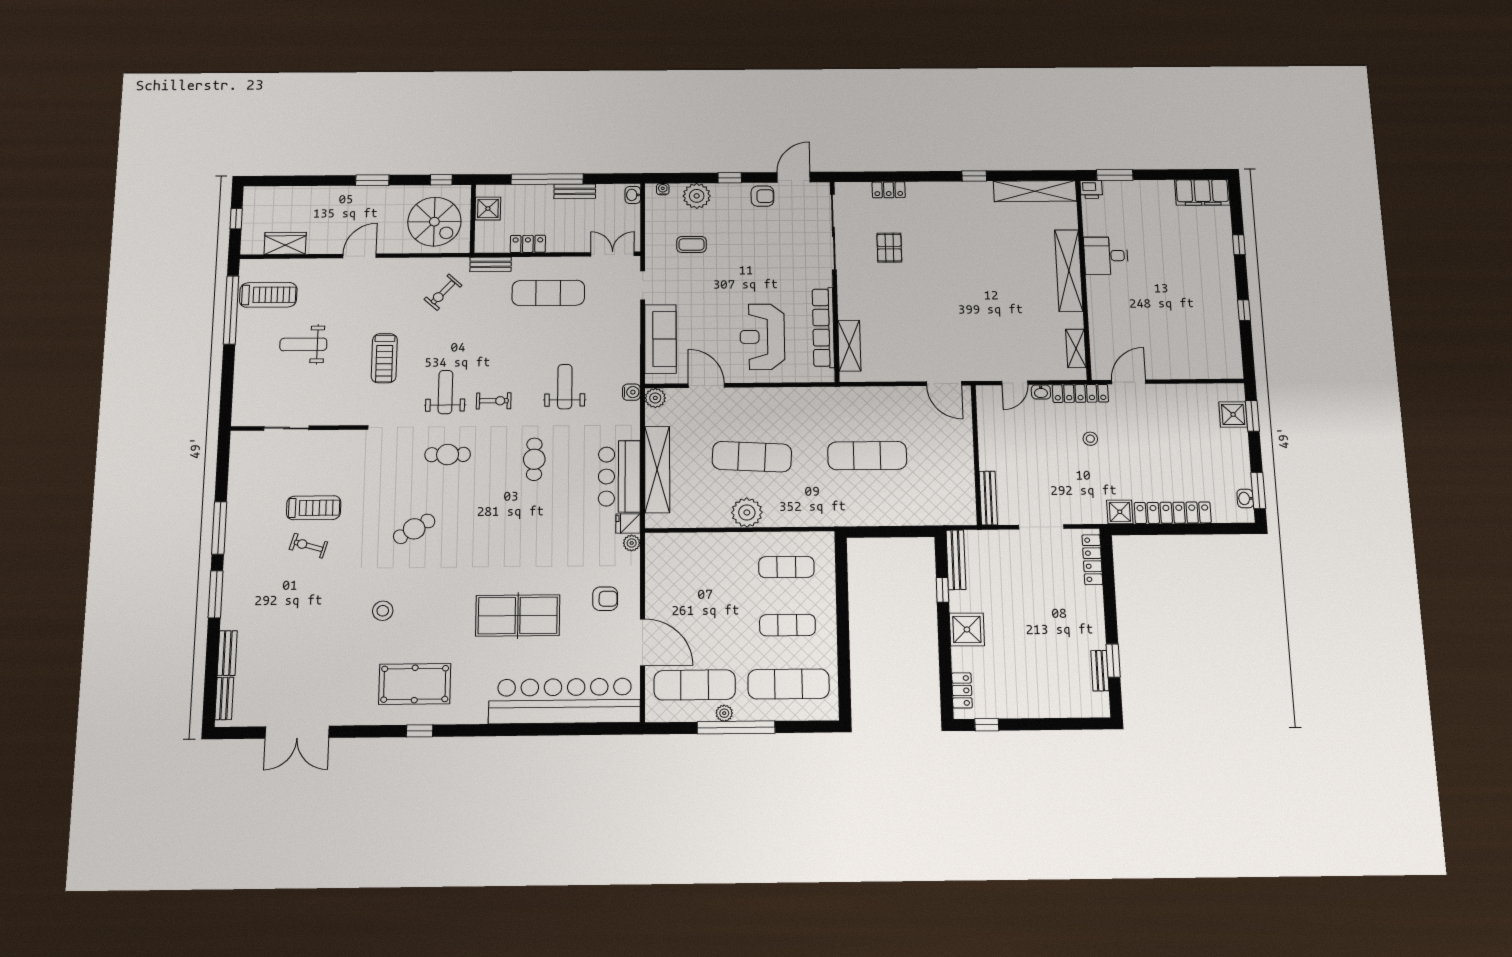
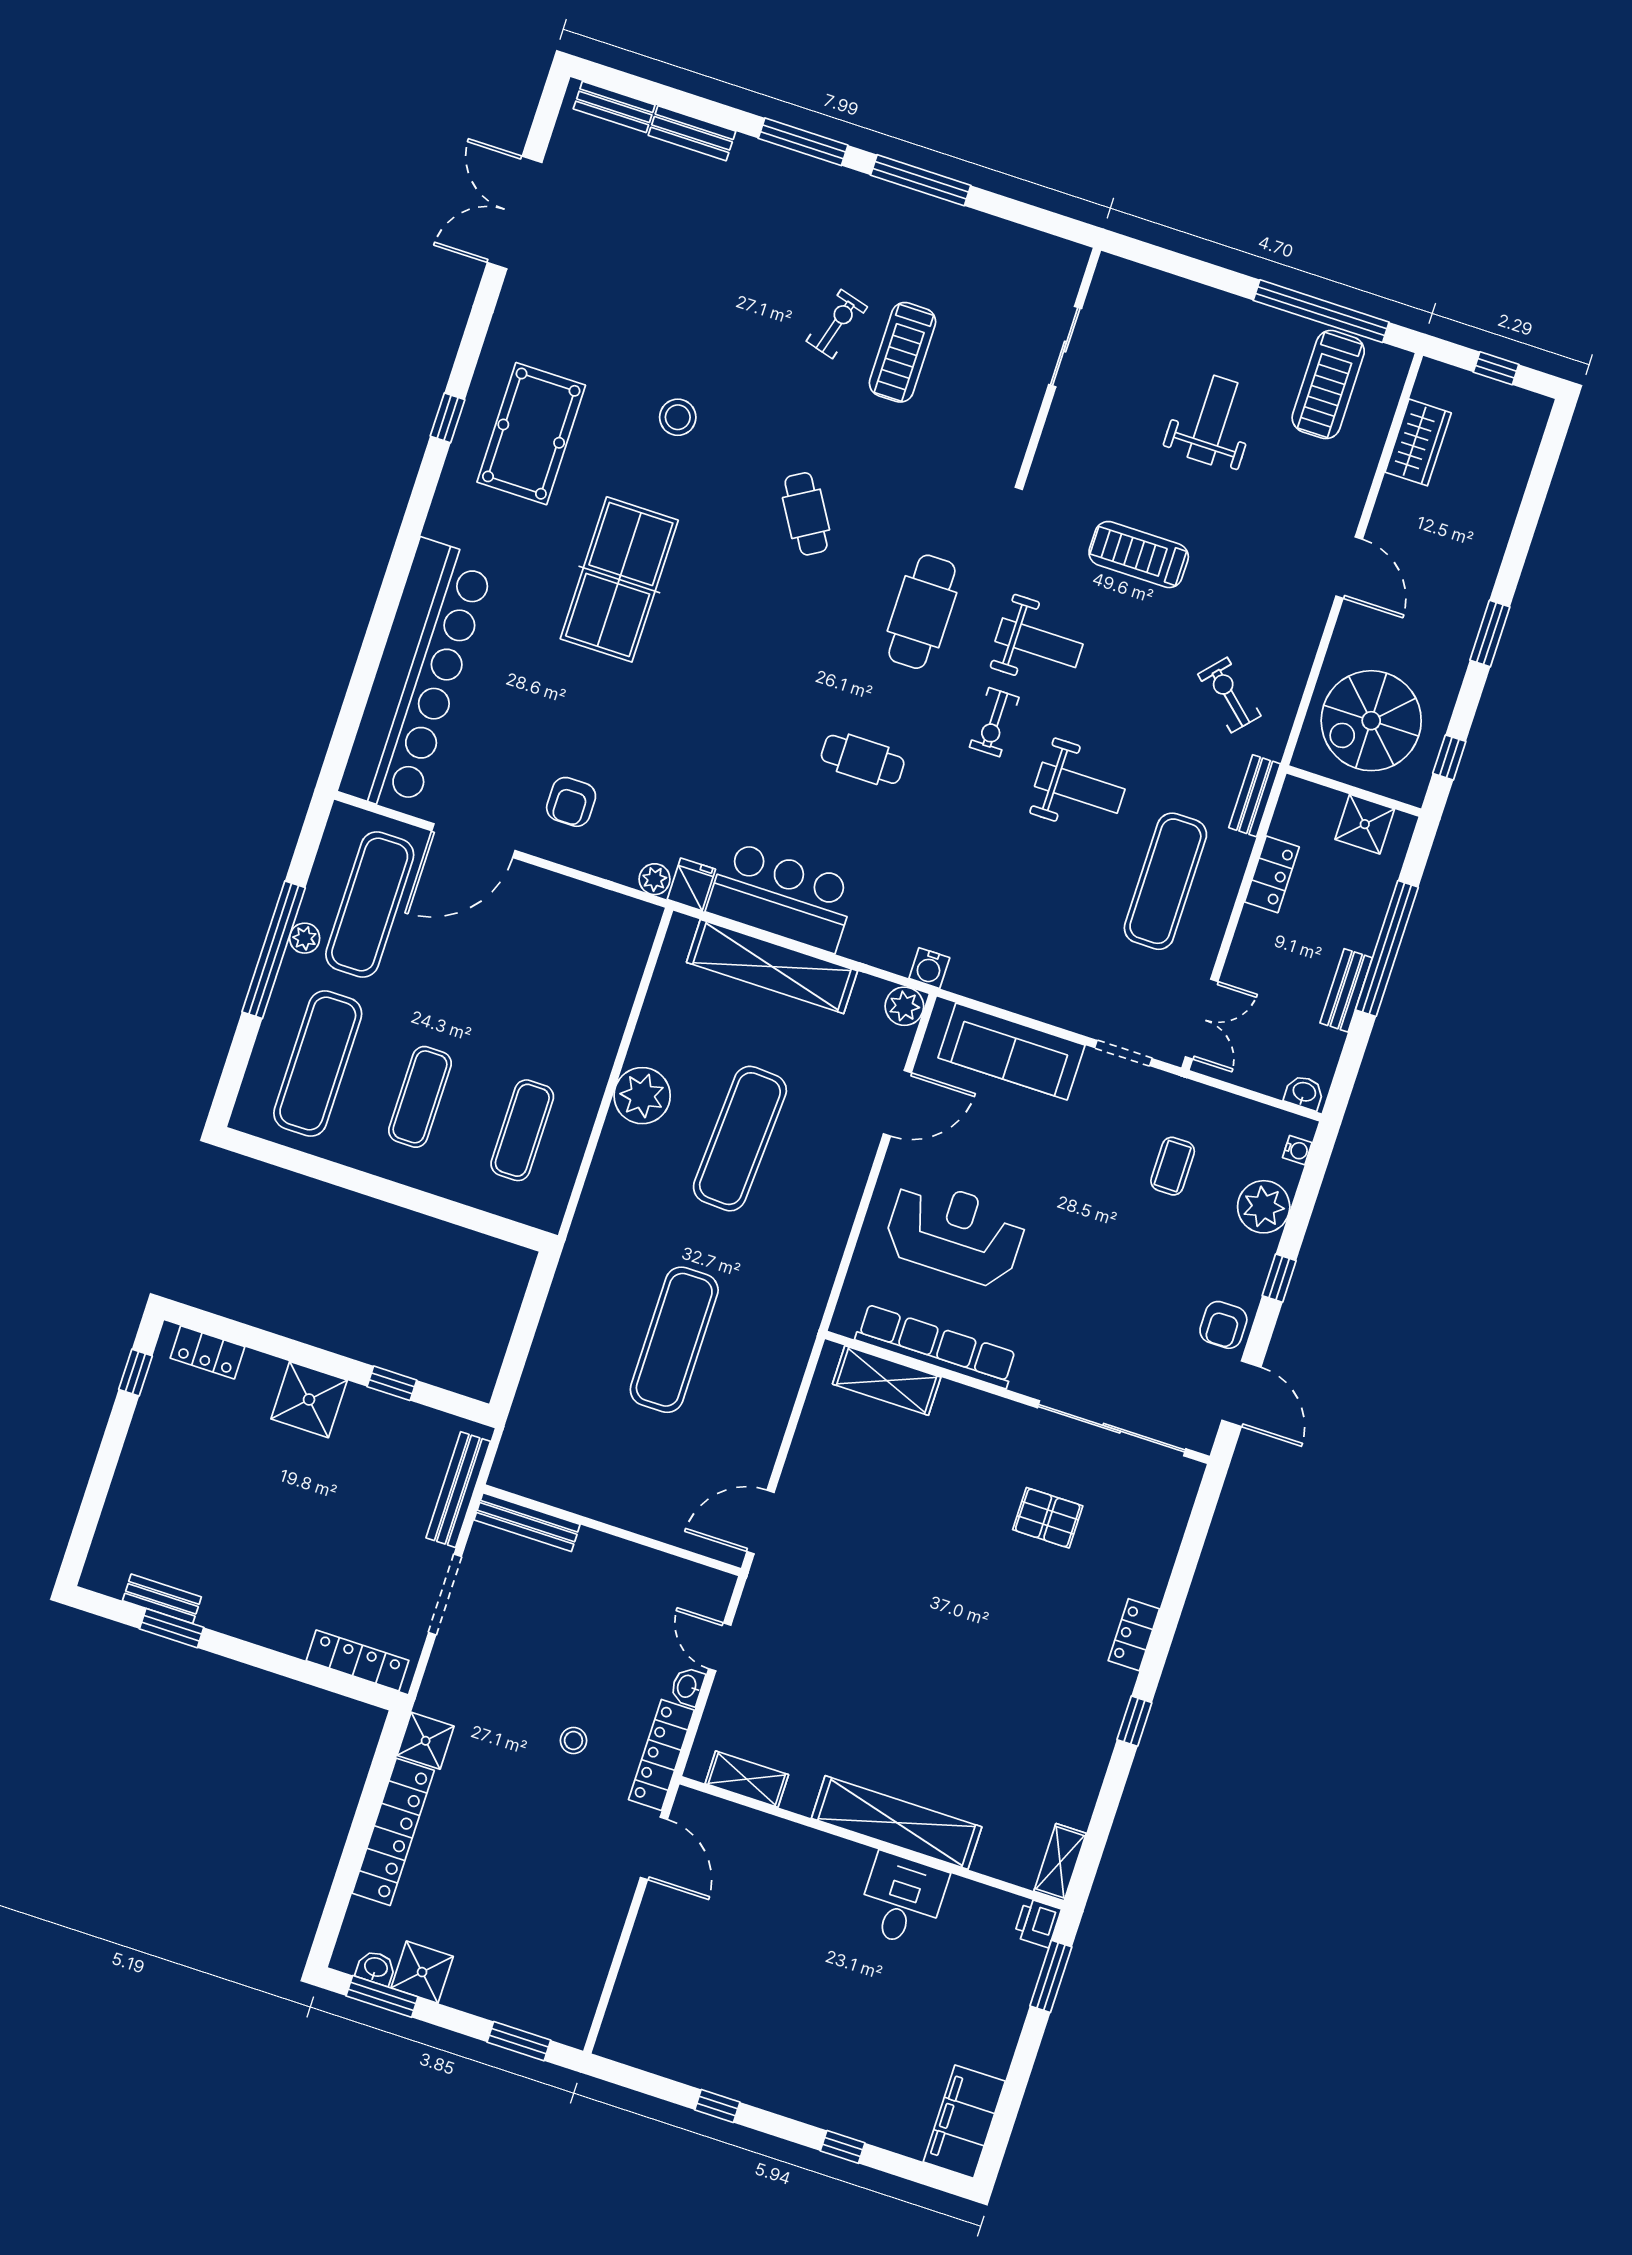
locker: (889, 190) -> (1134, 1635), moved
shelving: (1035, 191) -> (1060, 1862), width x0.45, depth x0.75
weight bench: (565, 387) -> (1080, 788), moved
shower: (1233, 414) -> (422, 1972), moved
cafe table: (448, 455) -> (922, 612), width x1.37, depth x1.35
bench: (956, 560) -> (458, 1490), moved, turned 90
table tennis table: (518, 615) -> (619, 579), moved

